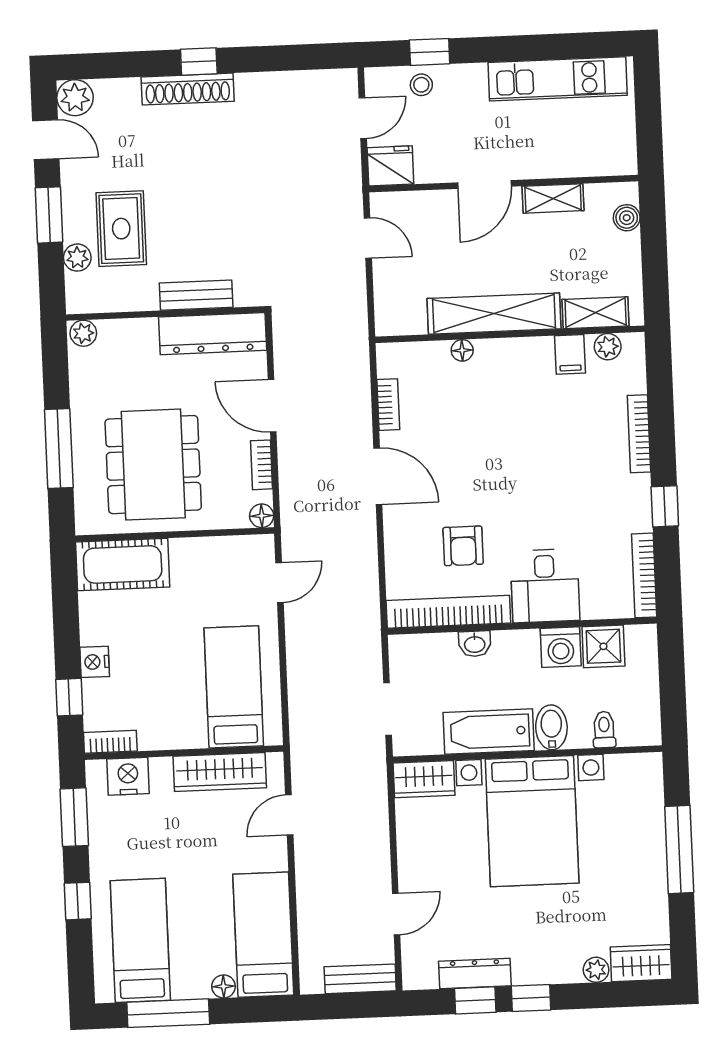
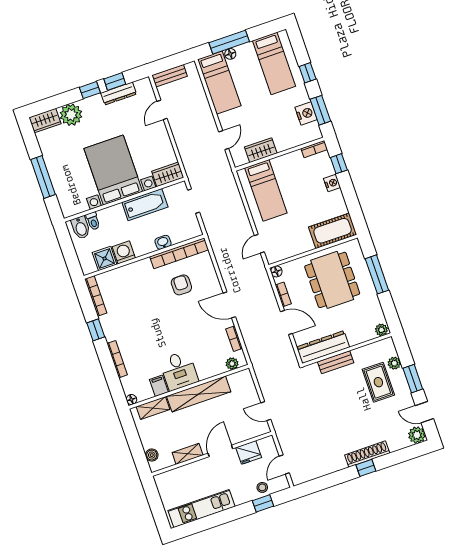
fridge: (390, 166) -> (249, 452), moved
plant: (608, 347) -> (232, 364), moved
floor lamp: (462, 350) -> (131, 399), moved
desk: (545, 586) -> (179, 371), moved, turned 180
bidet: (551, 727) -> (81, 227), moved
wardrobe: (220, 772) -> (261, 150), width x0.67
nightstand: (128, 776) -> (306, 113), moved, turned -90
plant: (596, 970) -> (71, 115), width x1.88, depth x1.88
window: (168, 1013) -> (229, 42), moved

